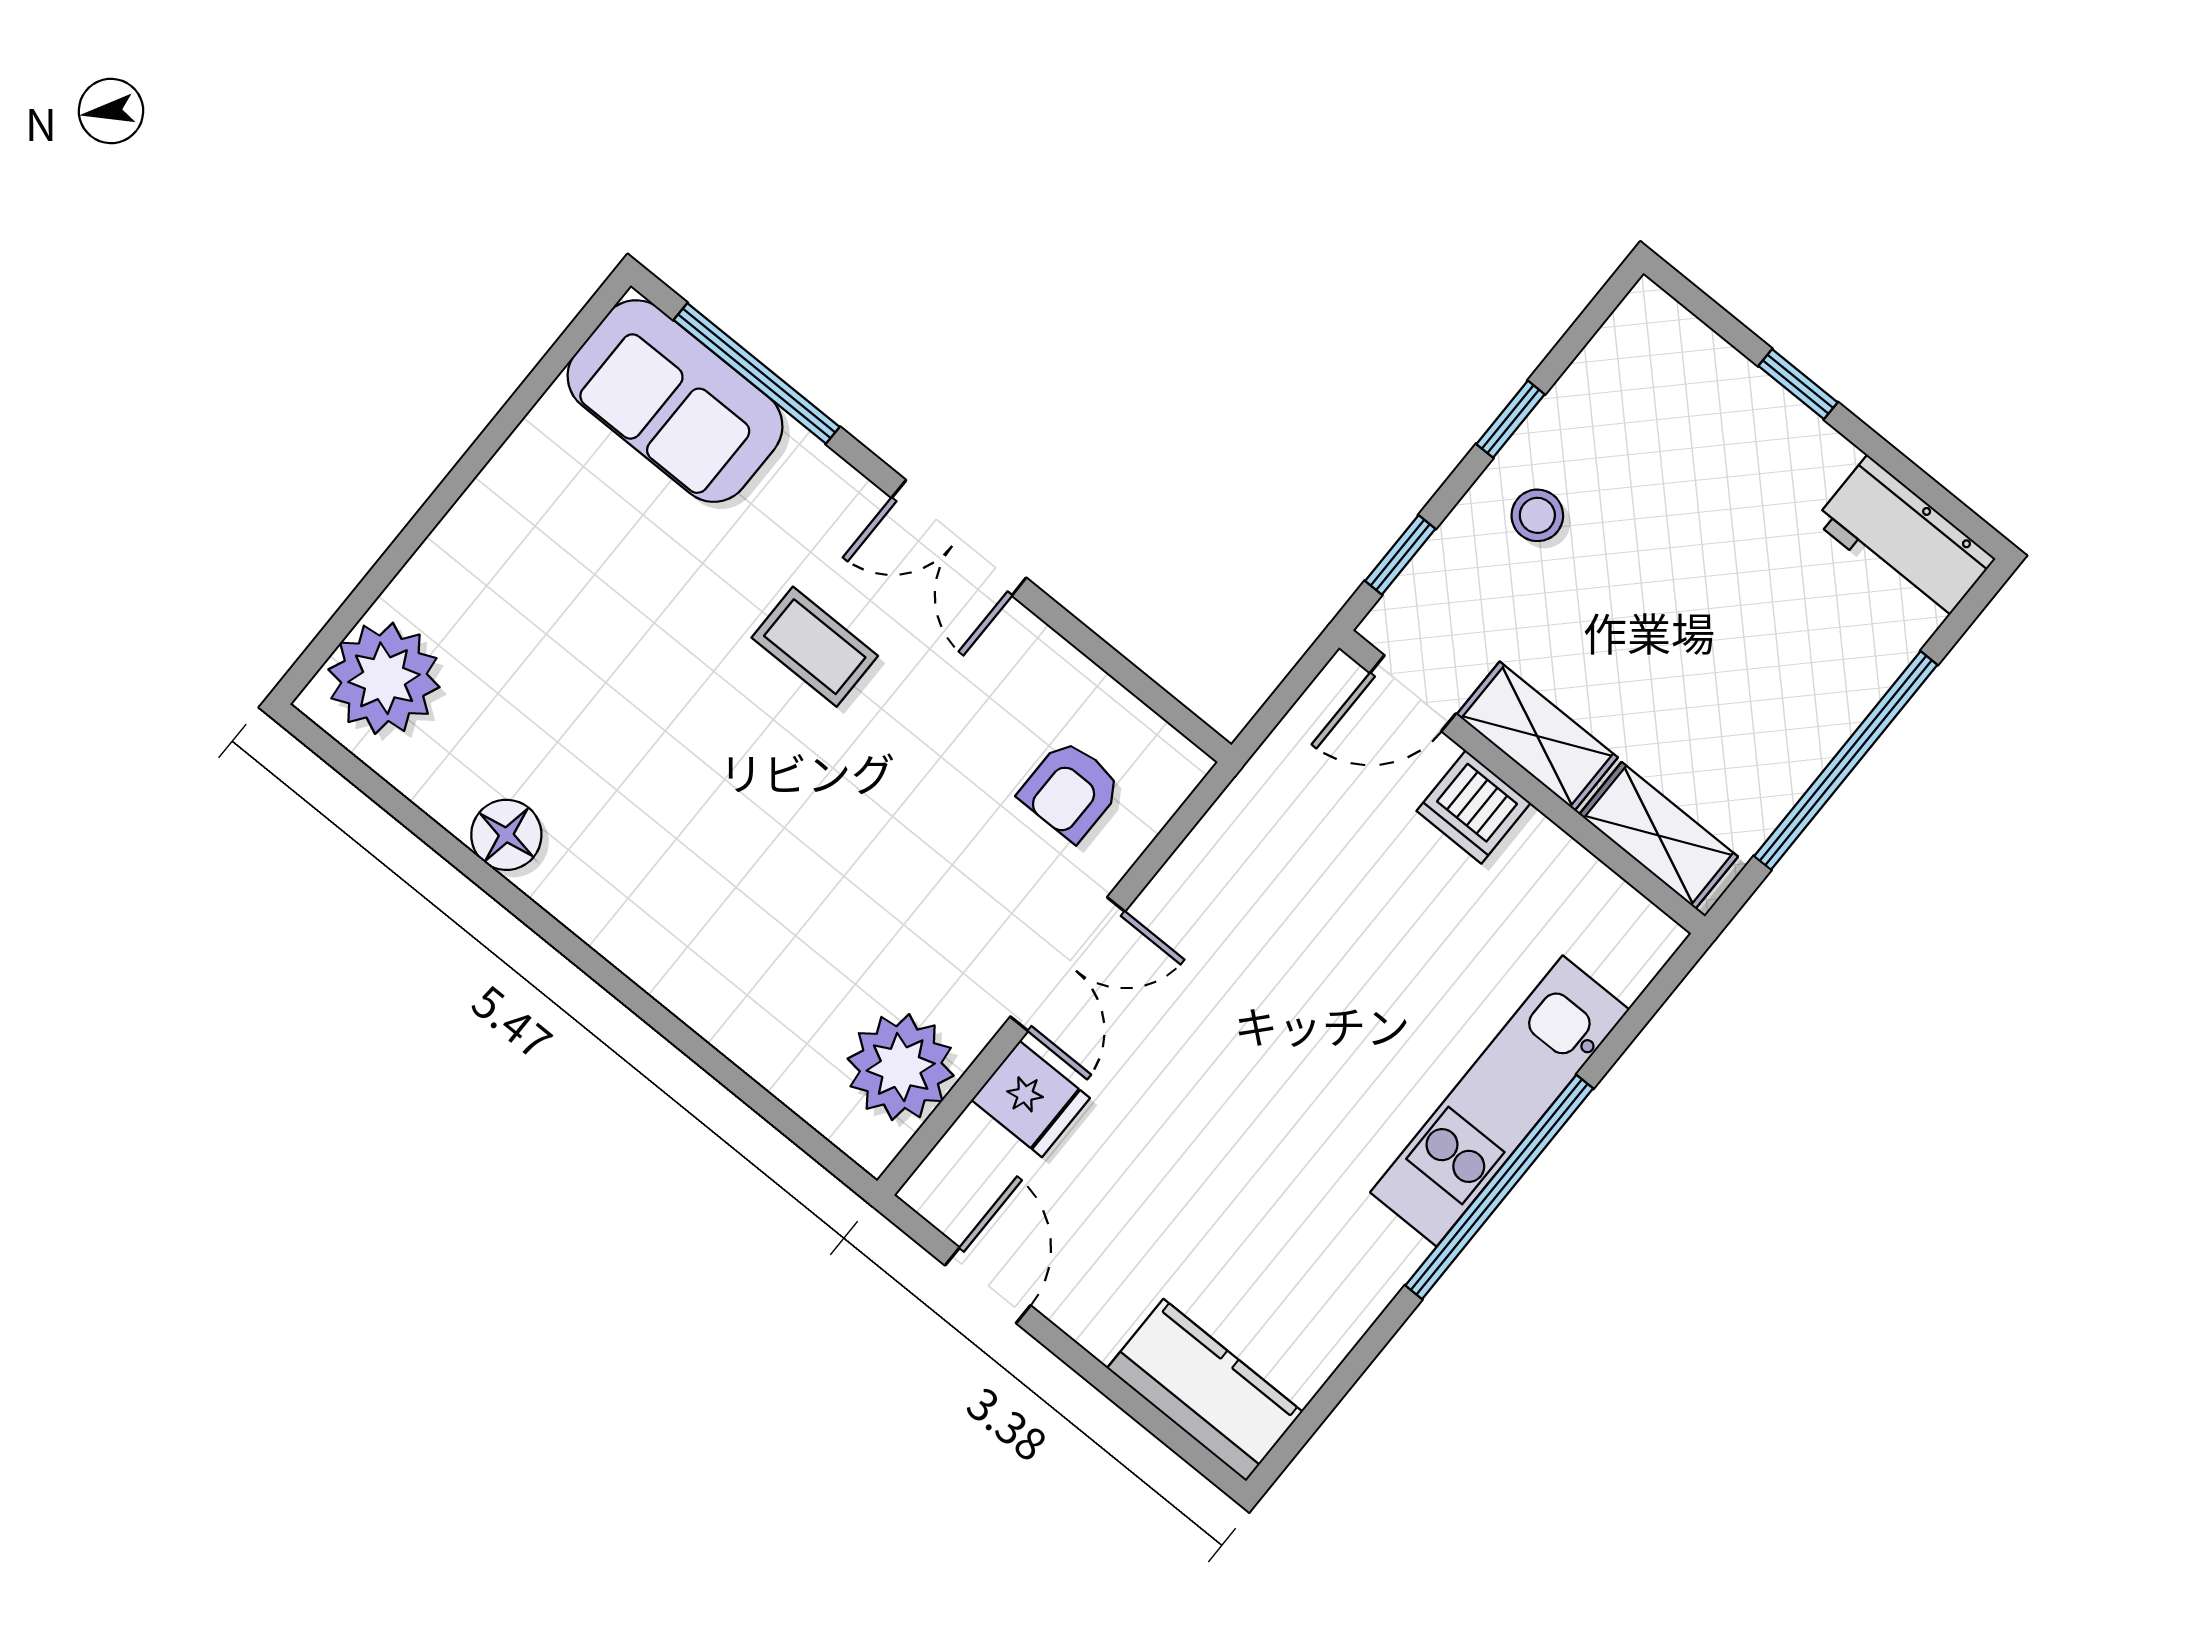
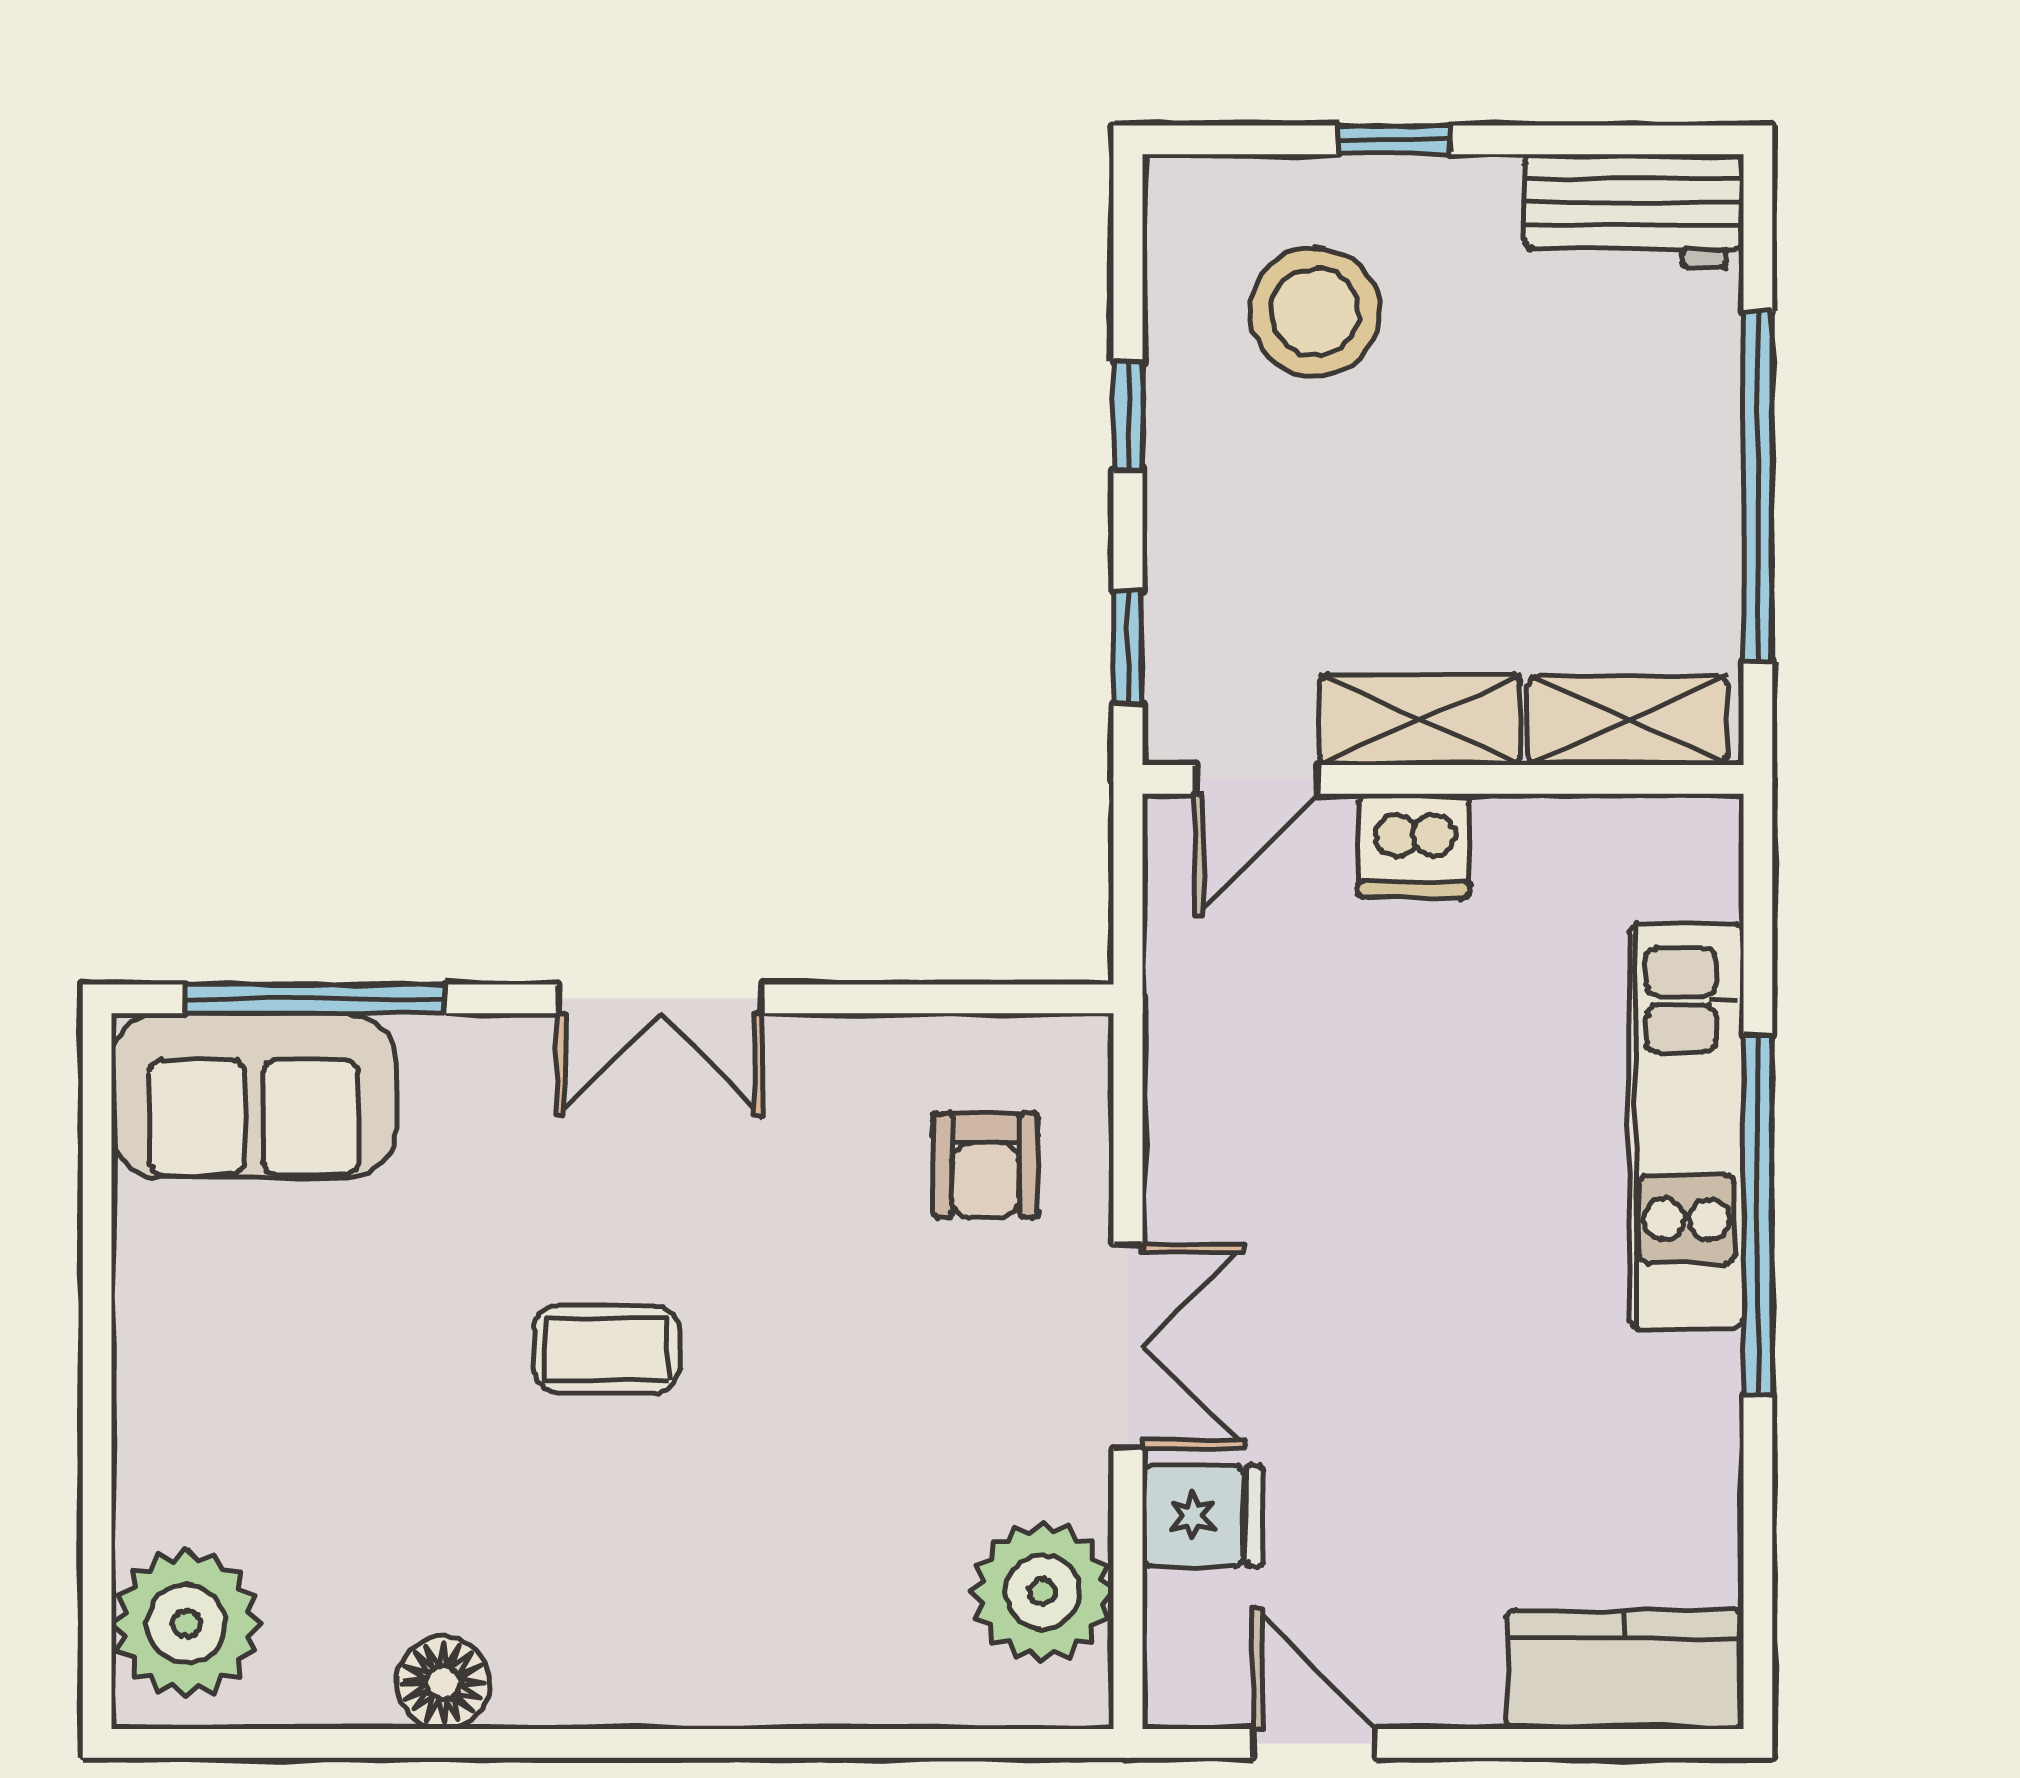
stool: (1537, 515) -> (1315, 312), moved, width x1.89, depth x1.89
coffee table: (815, 647) -> (607, 1349), moved

